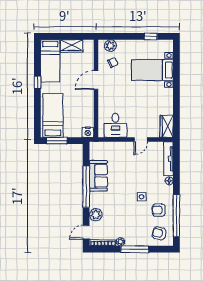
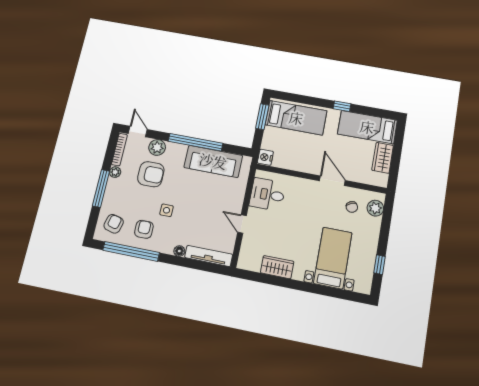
wardrobe: (167, 126) -> (277, 267), moved
sofa: (98, 176) -> (213, 161), width x1.36
armchair: (117, 215) -> (151, 174), added

